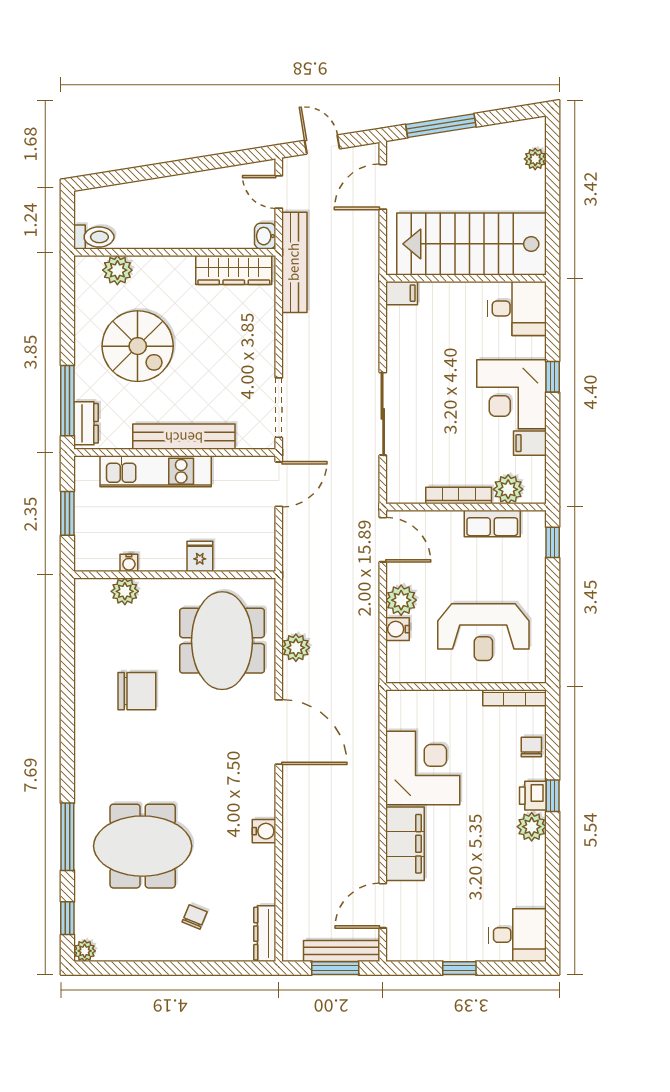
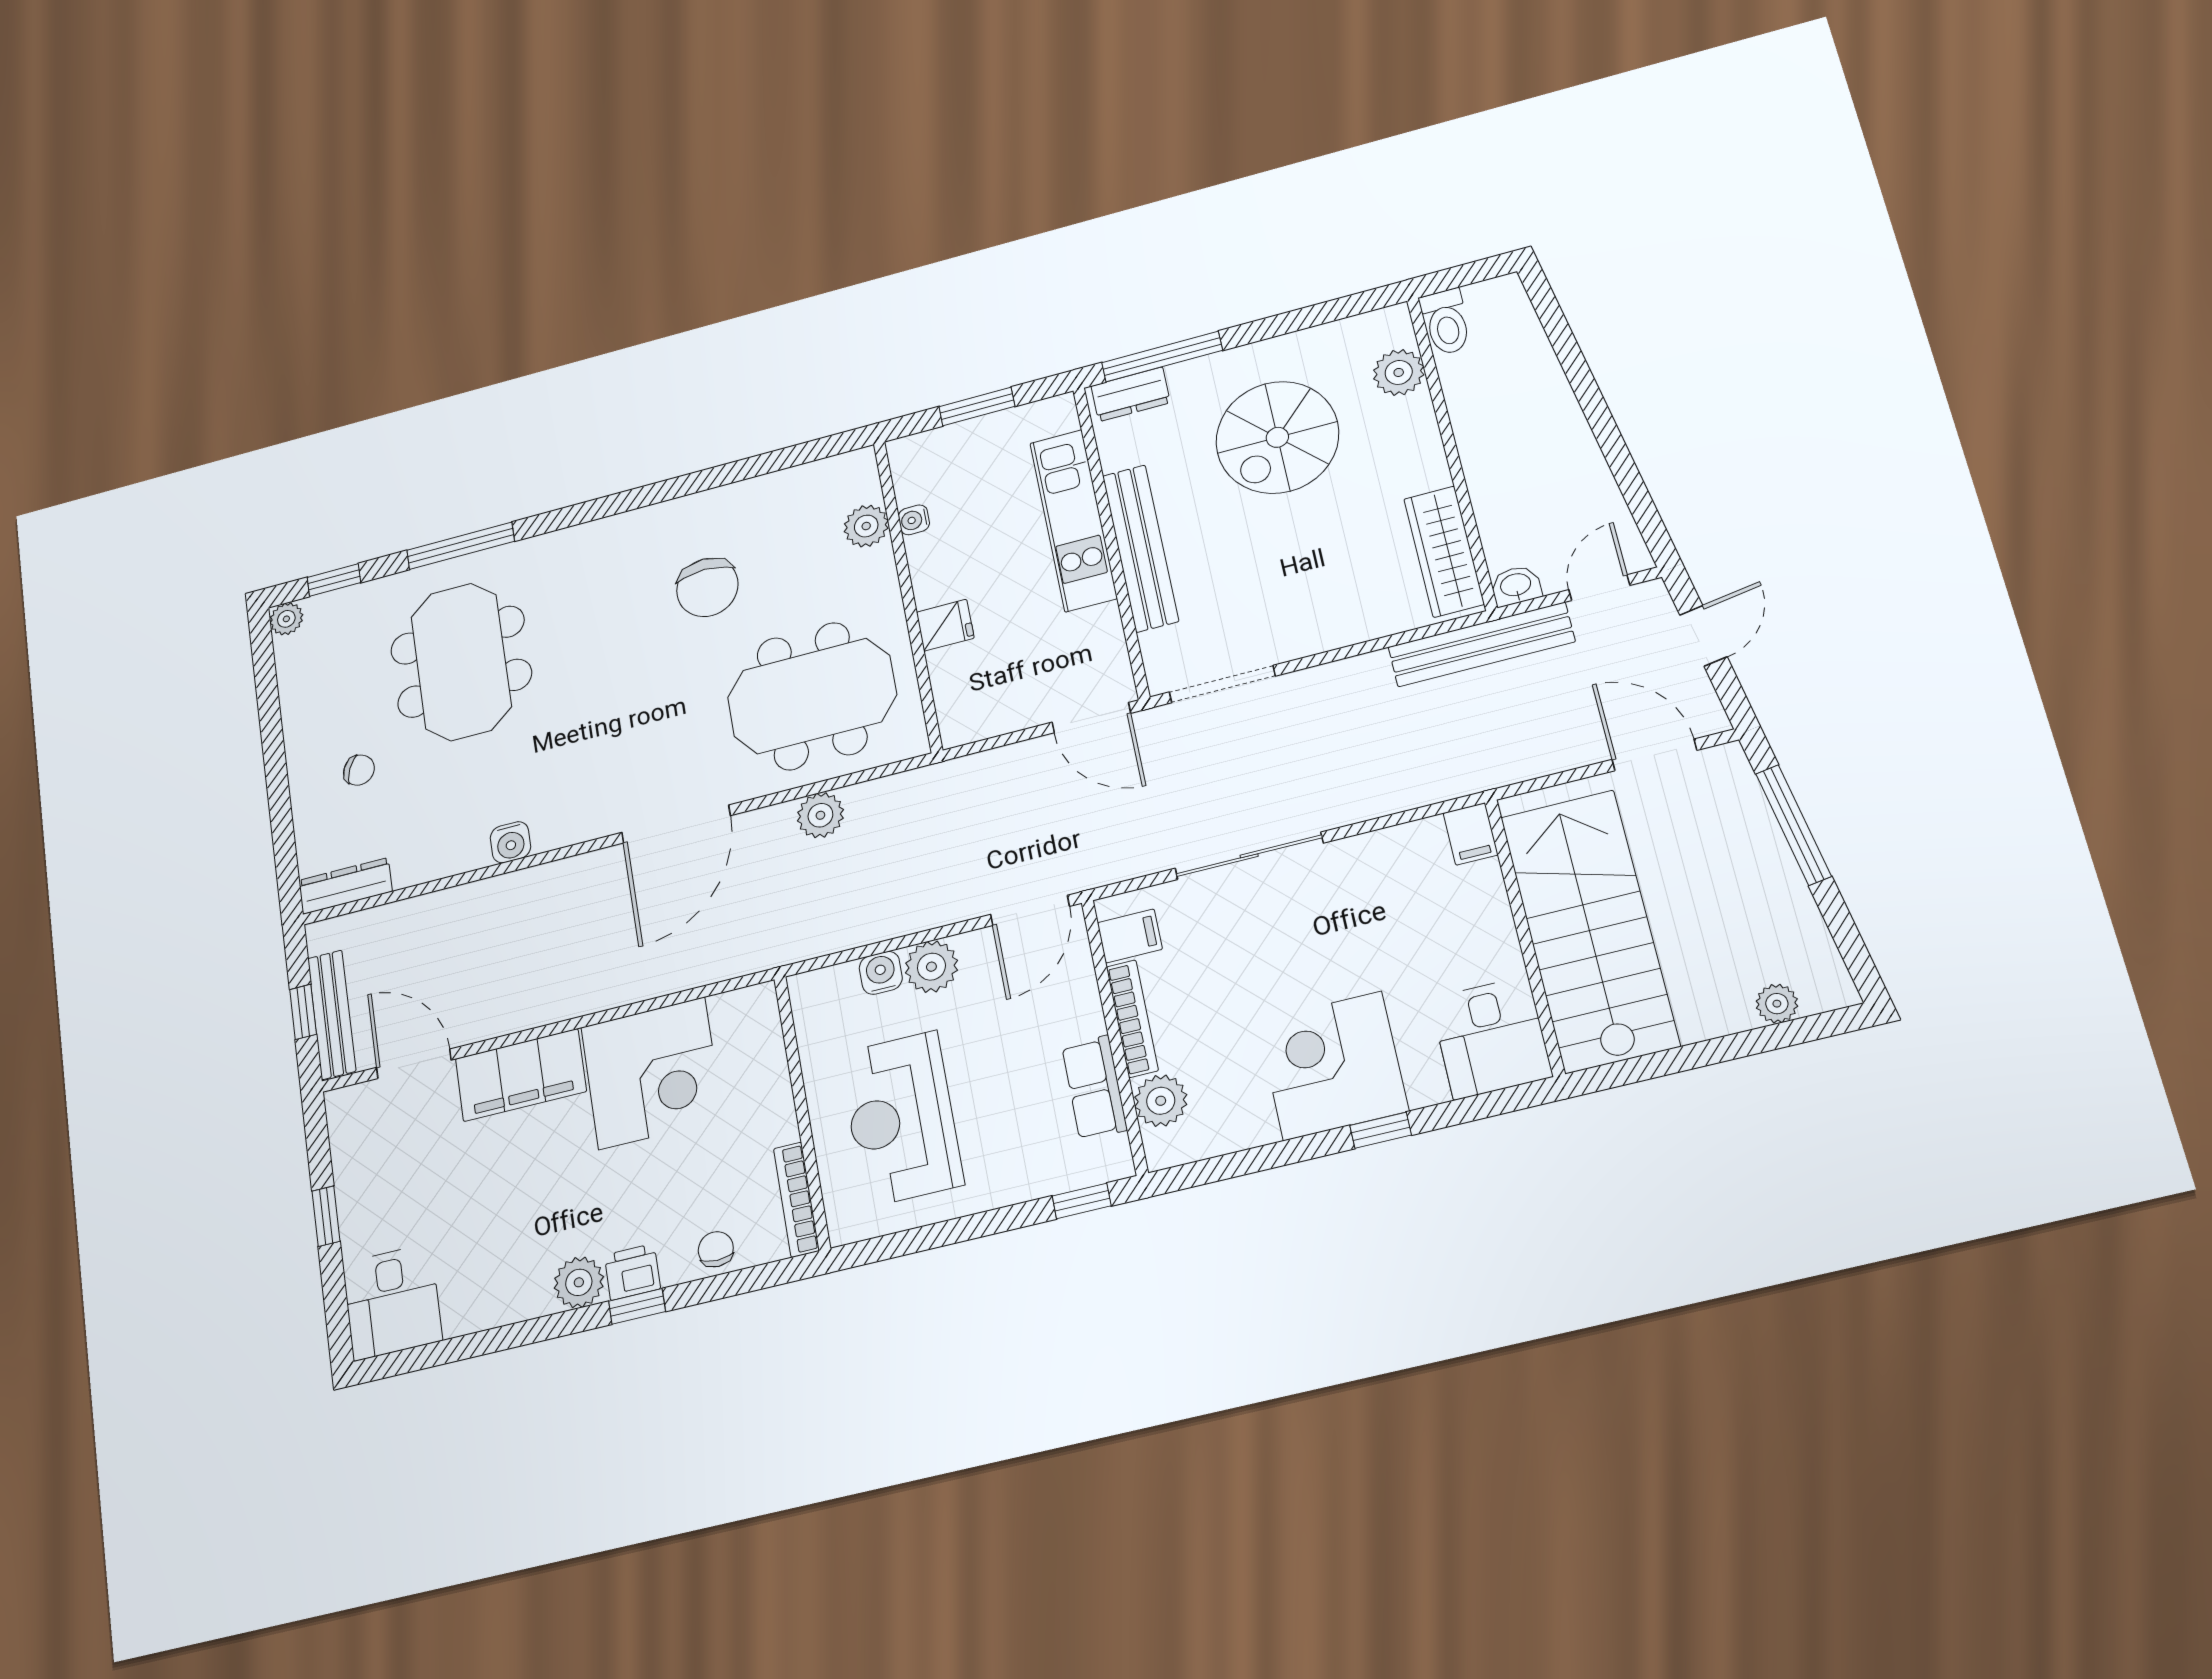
filing cabinet: (530, 443) -> (1130, 936), moved, turned 90
chair: (531, 747) -> (716, 1249), turned -90
window: (335, 968) -> (303, 1012), width x0.67

